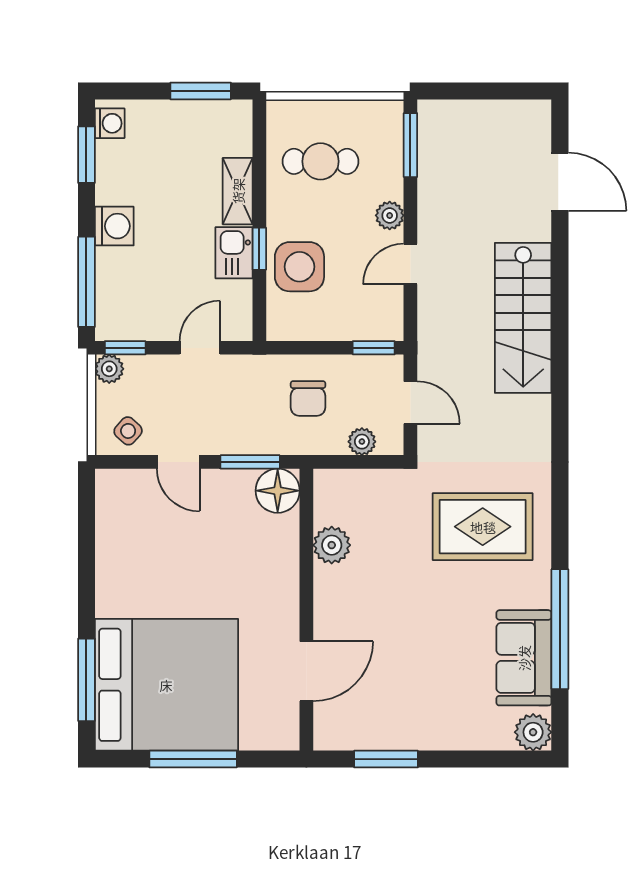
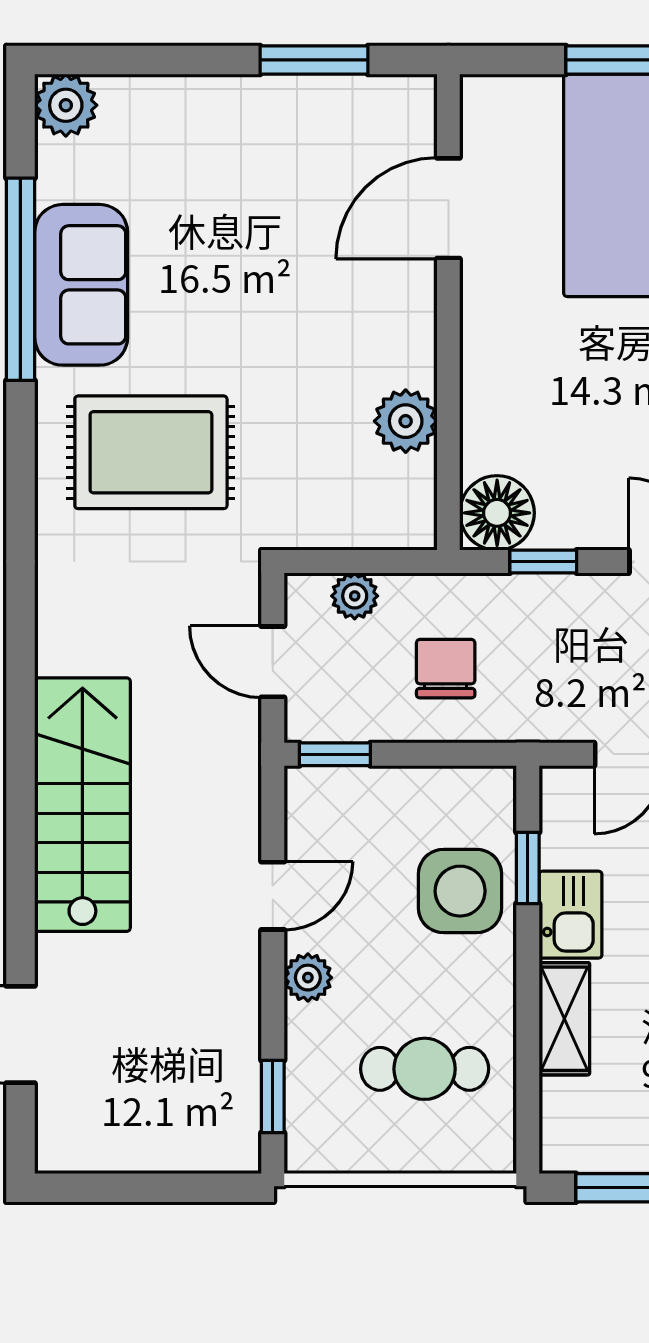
window: (410, 145) -> (273, 1096), width x0.67
window: (259, 249) -> (528, 868), moved
window: (250, 462) -> (543, 562), width x0.67
sofa: (524, 658) -> (81, 285), moved

